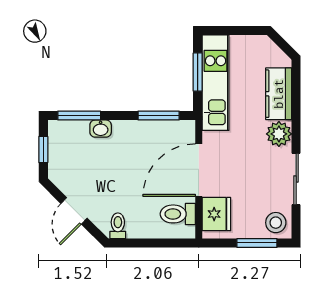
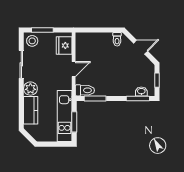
washbasin: (101, 129) -> (141, 91), moved
door: (199, 170) -> (74, 69), width x0.53
door: (74, 211) -> (141, 47), hinge flipped
toilet: (178, 214) -> (85, 90), moved

